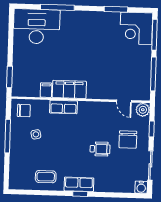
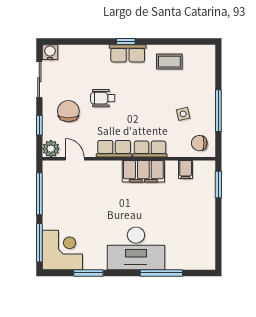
desk: (37, 26) -> (136, 248), moved
filing cabinet: (46, 90) -> (186, 169), moved
row of seats: (92, 108) -> (114, 149), added

